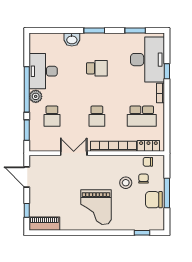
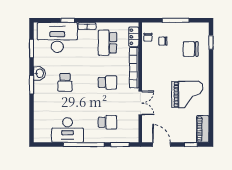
washbasin: (72, 40) -> (39, 73), moved
school desk: (97, 68) -> (65, 82), turned 180
plant: (36, 96) -> (90, 137), removed
school desk: (142, 116) -> (107, 43), turned 180
double door: (74, 153) -> (140, 103), swing flipped
door: (27, 177) -> (161, 145), swing flipped
stool: (126, 183) -> (166, 57), removed
chair: (154, 200) -> (191, 49), moved, turned 90
grand piano: (96, 207) -> (187, 94), moved

